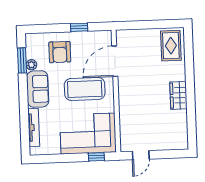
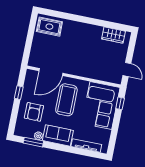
armchair: (60, 52) -> (34, 112), turned 90
door: (115, 61) -> (51, 72), hinge flipped
wardrobe: (178, 95) -> (114, 35), moved

